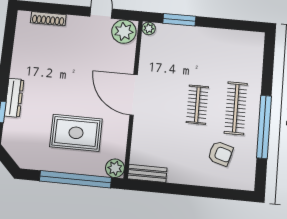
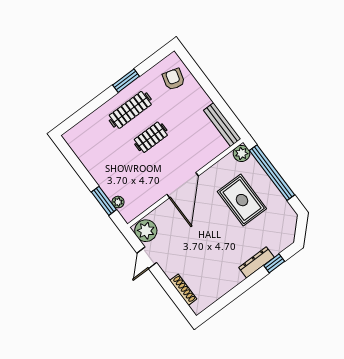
plant: (149, 28) -> (118, 202), moved
window: (264, 127) -> (126, 81), width x0.47
armchair: (220, 154) -> (174, 79), moved
bench: (147, 173) -> (222, 125), width x1.36

